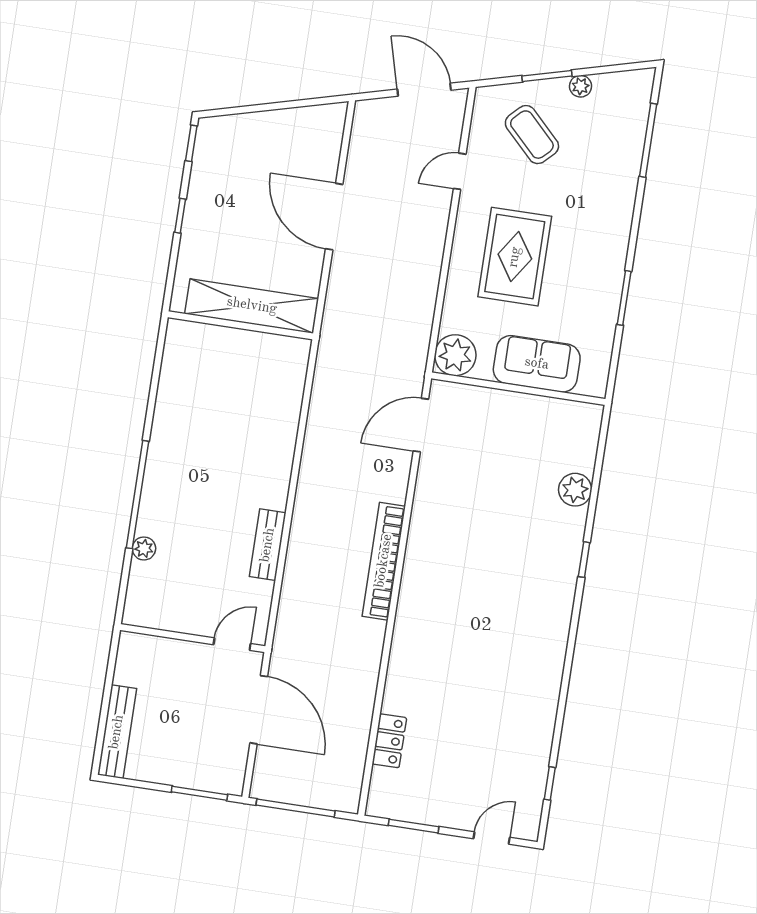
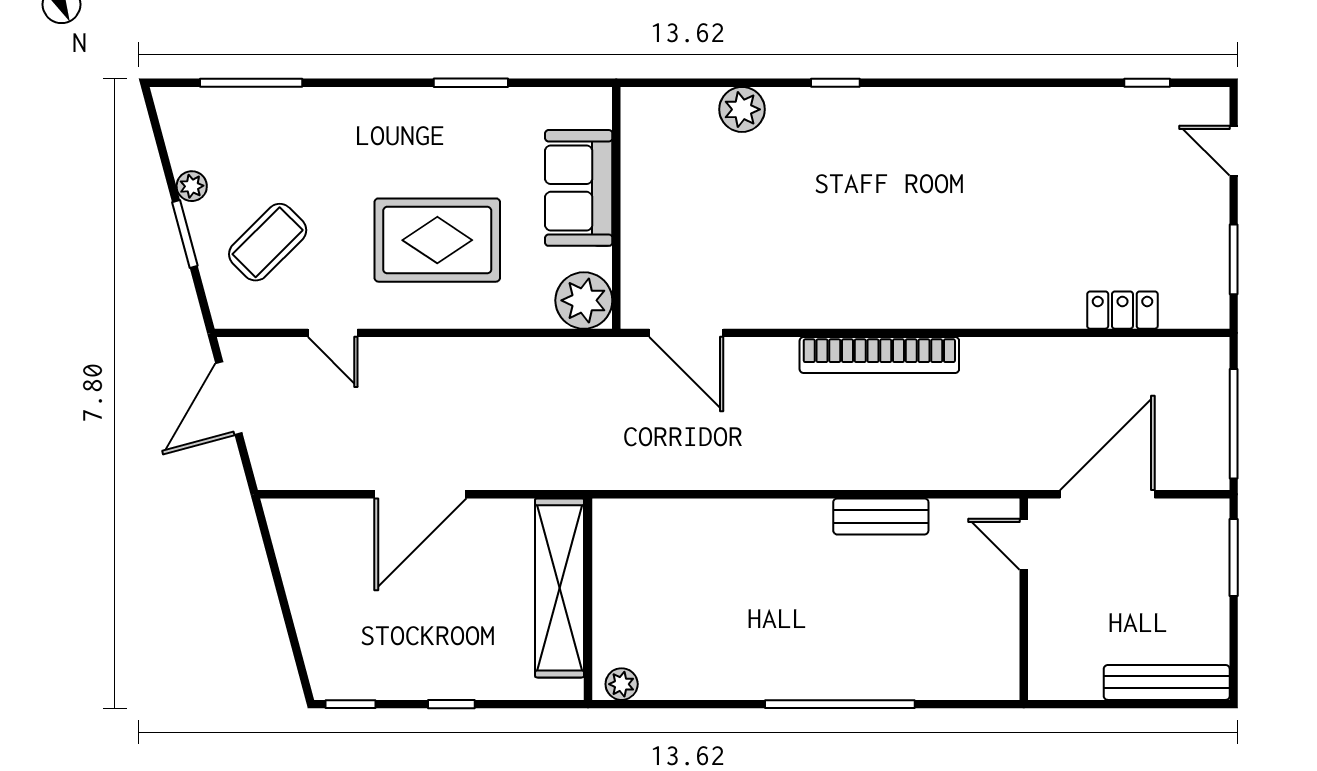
plant: (144, 548) -> (622, 684), moved

